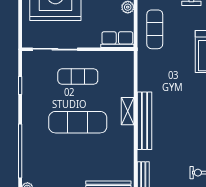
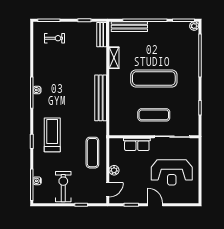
row of seats: (117, 40) -> (137, 144), moved
shelving: (128, 111) -> (114, 58), moved
bench: (145, 121) -> (101, 98), moved

